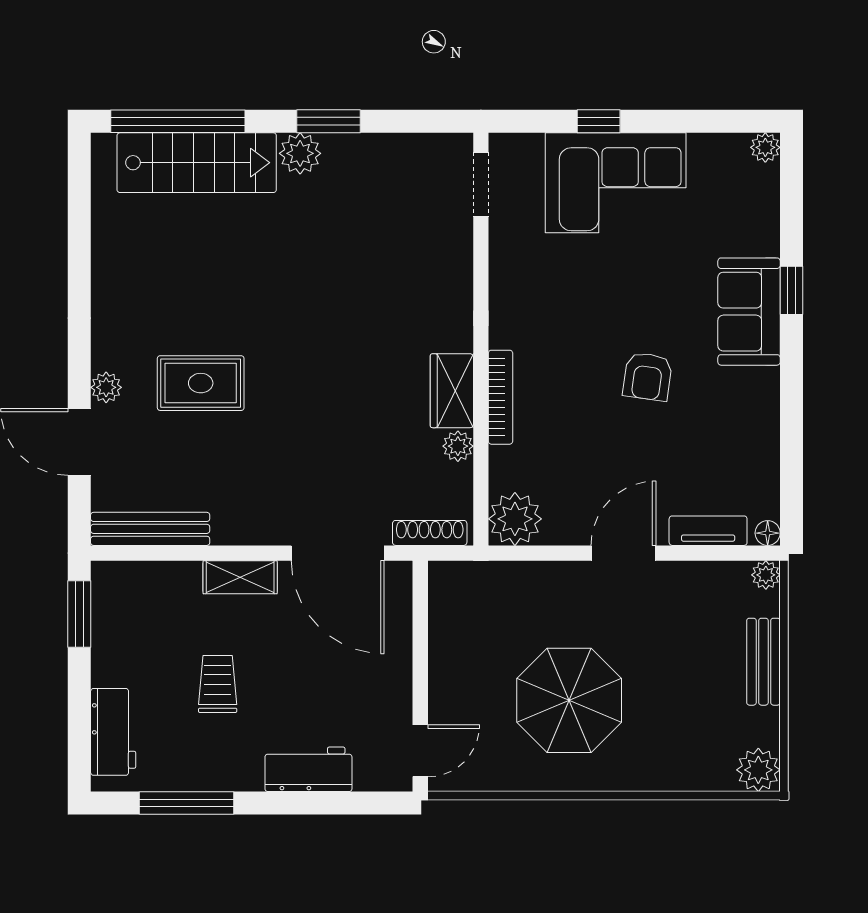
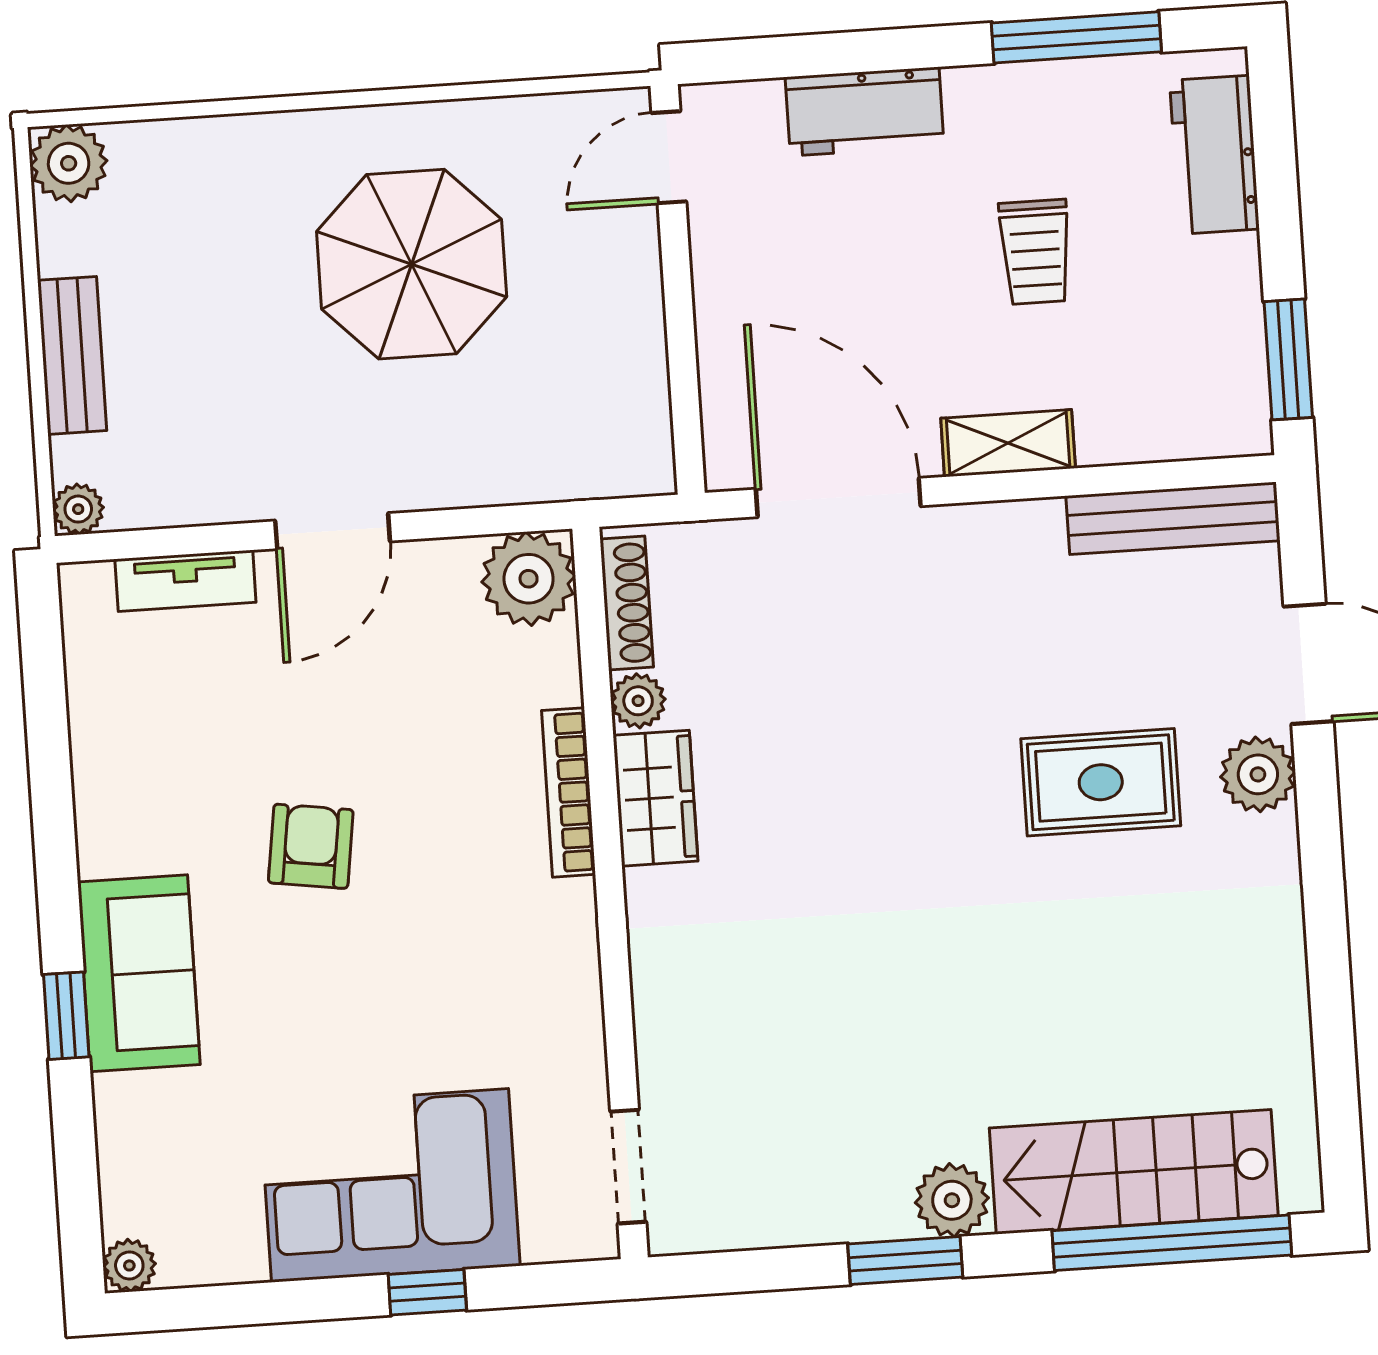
plant: (106, 387) -> (1258, 774), width x1.38, depth x1.38
shoe rack: (430, 533) -> (627, 603), moved, turned -90
floor lamp: (768, 533) -> (80, 583), removed

